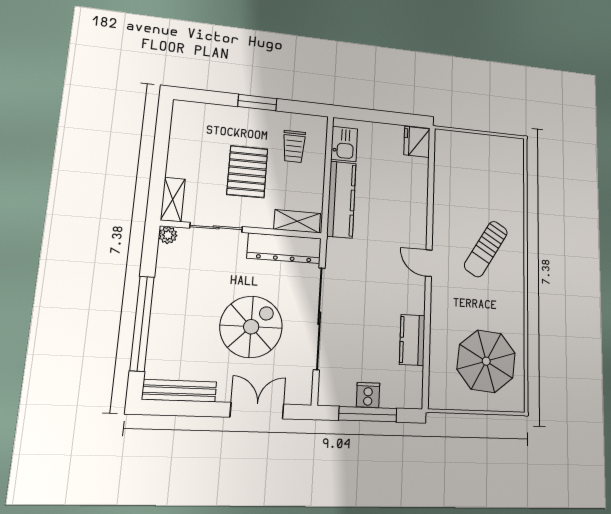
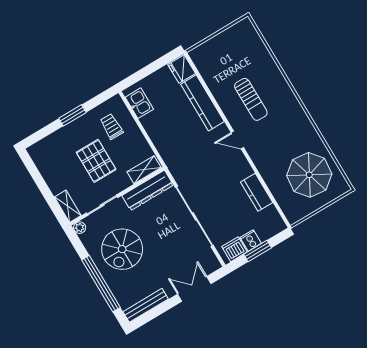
trolley: (294, 146) -> (112, 126), turned 180
kitchen counter: (341, 199) -> (202, 103), moved, turned 180
sun lounger: (486, 249) -> (251, 99), moved, turned -31
spiral stairs: (251, 327) -> (122, 249), moved, turned 180
dishwasher: (341, 393) -> (234, 249), added
window: (368, 414) -> (258, 251), width x0.69

